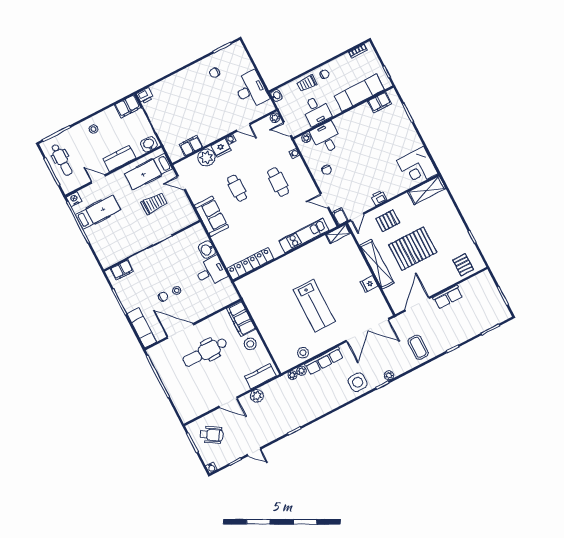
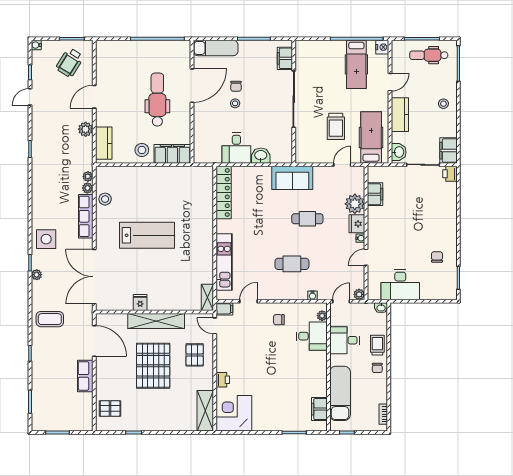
printer: (379, 198) -> (223, 380), moved
lab bench: (314, 306) -> (147, 235), turned 180

